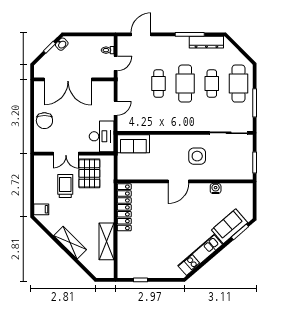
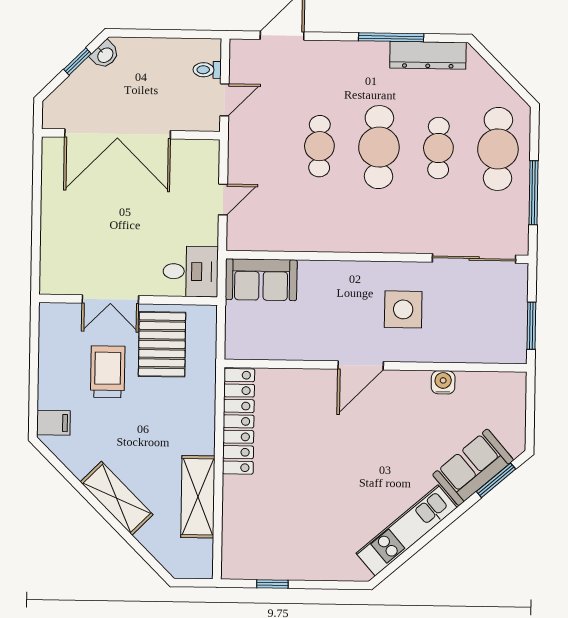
chair: (44, 121) -> (64, 225), removed
desk: (102, 136) -> (191, 271), width x0.73

